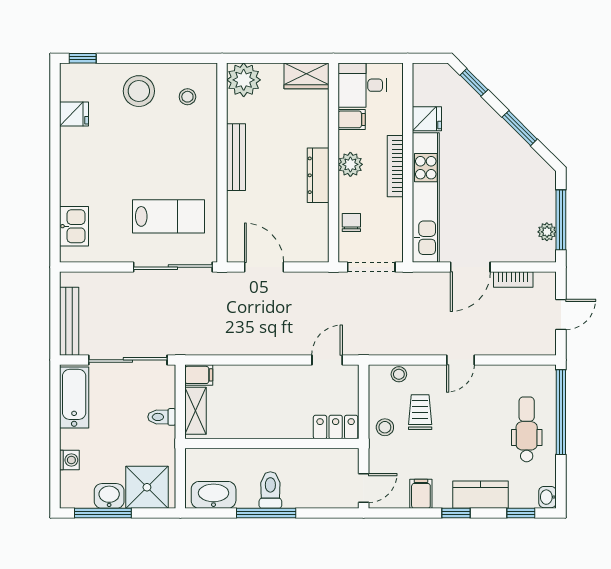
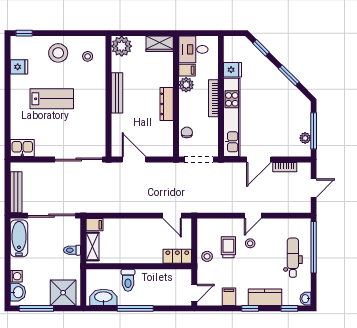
plant: (350, 164) -> (186, 85), moved
lab bench: (168, 216) -> (52, 99), moved
kitchen sink: (74, 226) -> (22, 148), moved, turned -90
door: (327, 360) -> (172, 216), swing flipped
stool: (399, 374) -> (250, 243), moved
toilet: (270, 490) -> (128, 280), moved, turned 180
washbasin: (109, 496) -> (18, 292), moved, turned 90

